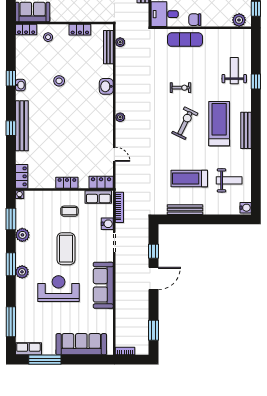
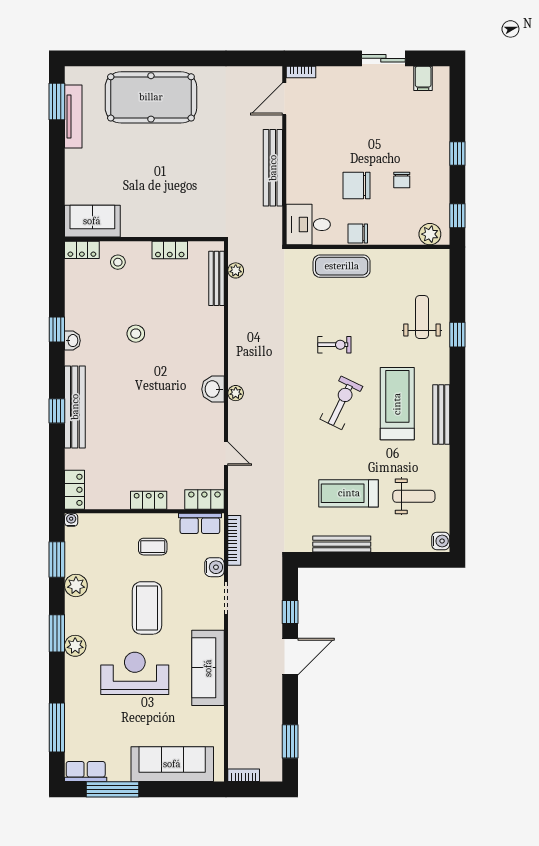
washbasin: (106, 86) -> (213, 389), moved

